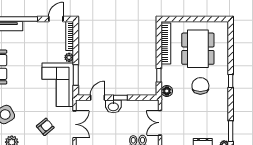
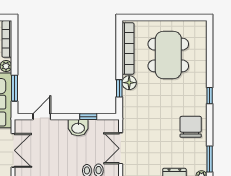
chair: (200, 86) -> (191, 127), moved
floor lamp: (167, 91) -> (129, 83), moved
window: (120, 98) -> (88, 117), moved
washbasin: (113, 106) -> (78, 128), moved

